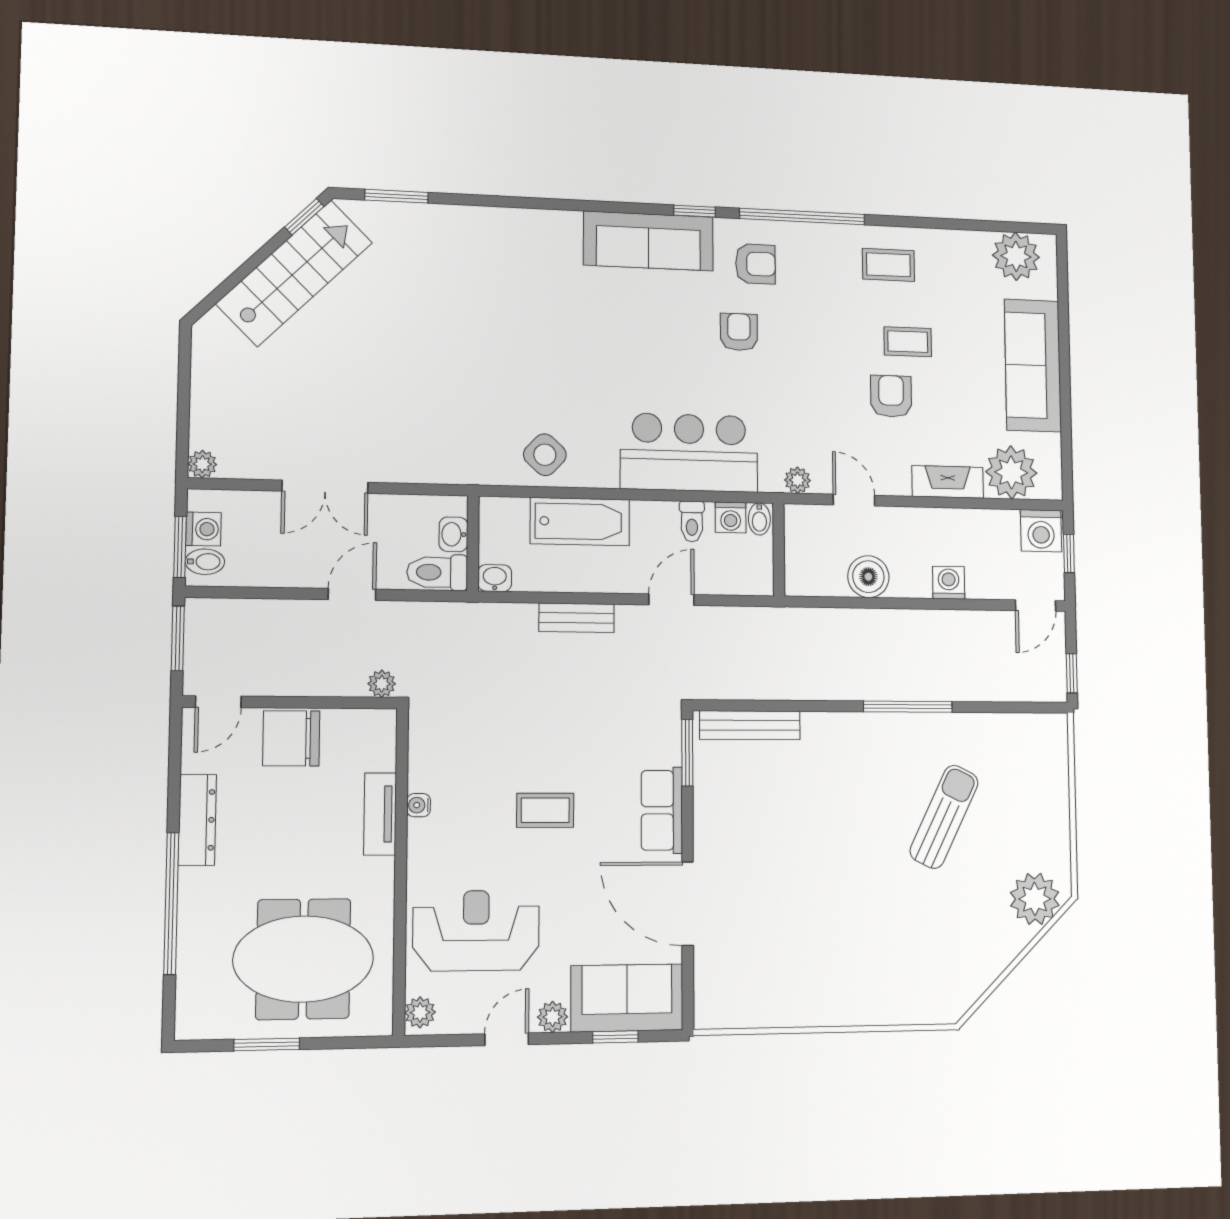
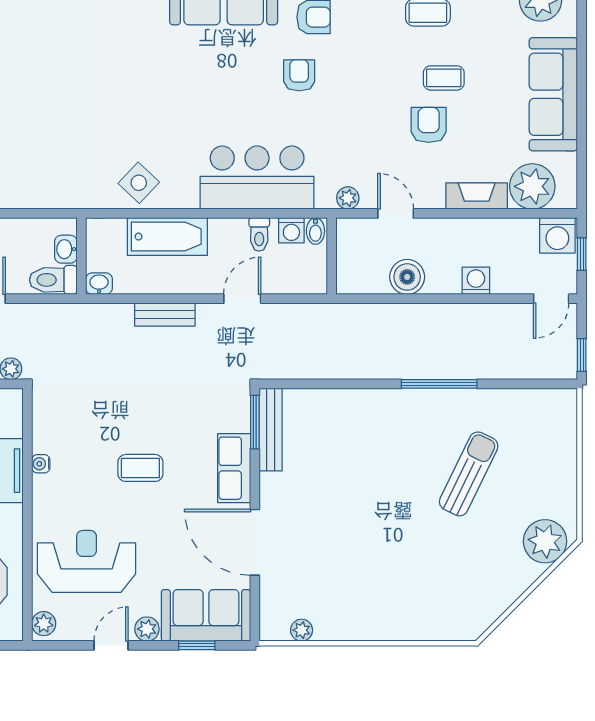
bench: (750, 725) -> (271, 430), moved, turned 90
plant: (746, 1015) -> (302, 630), added

